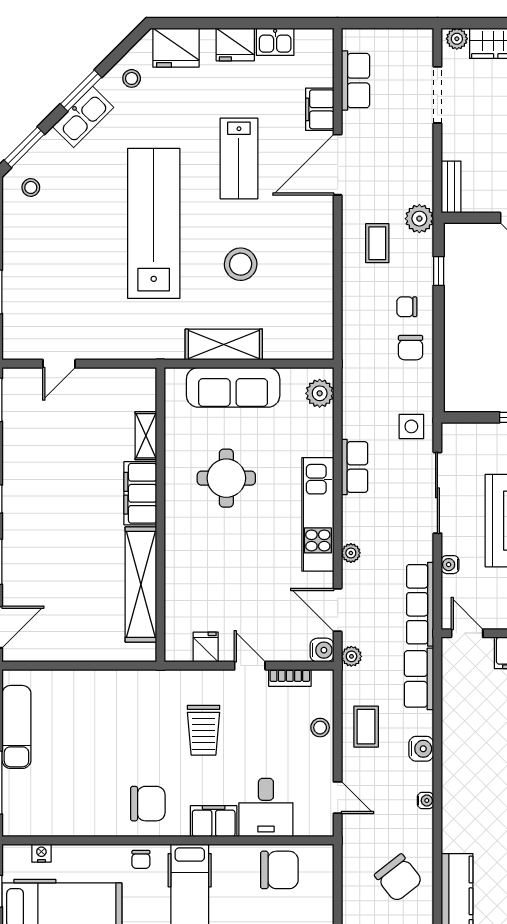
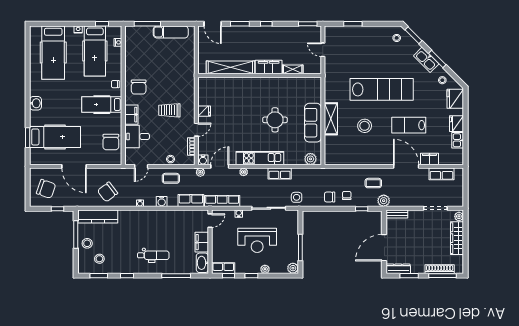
shelving: (146, 436) -> (293, 69), moved
filing cabinet: (140, 493) -> (269, 67), moved
wall: (160, 515) -> (260, 76), moved
shelving: (141, 584) -> (230, 67), moved

